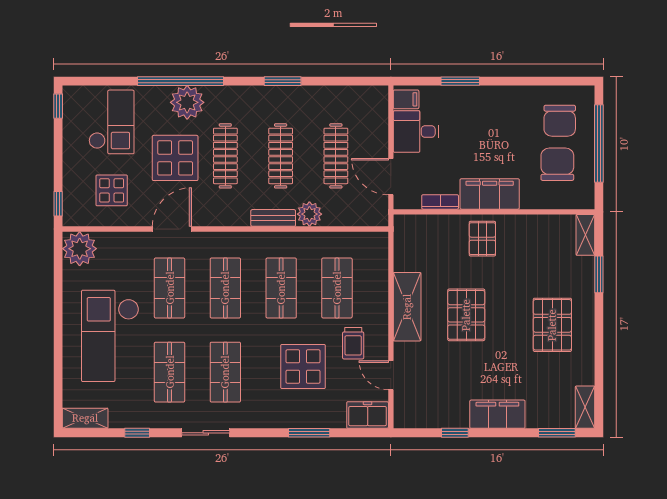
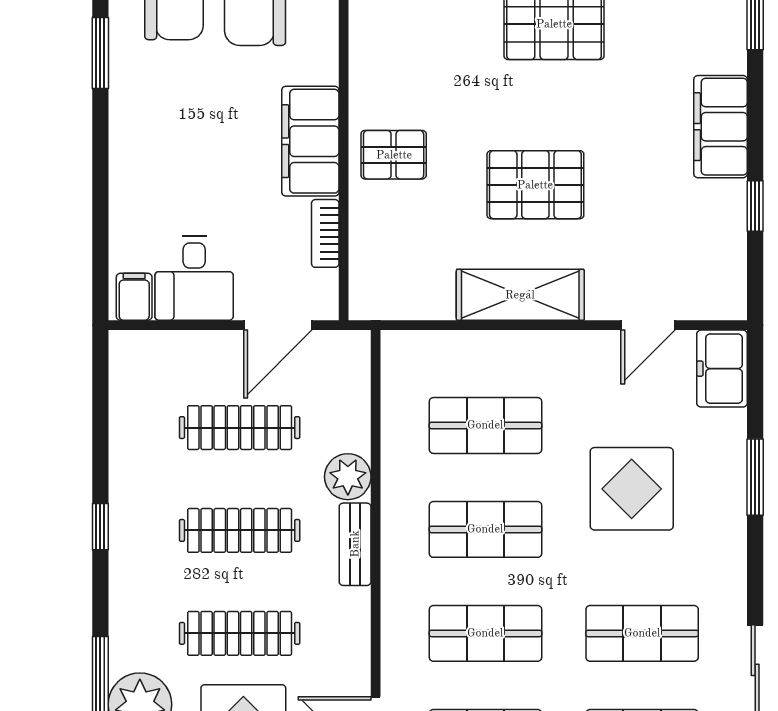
window: (283, 81) -> (100, 527), width x0.67
window: (460, 81) -> (100, 53), moved
trolley: (353, 343) -> (588, 395), removed

